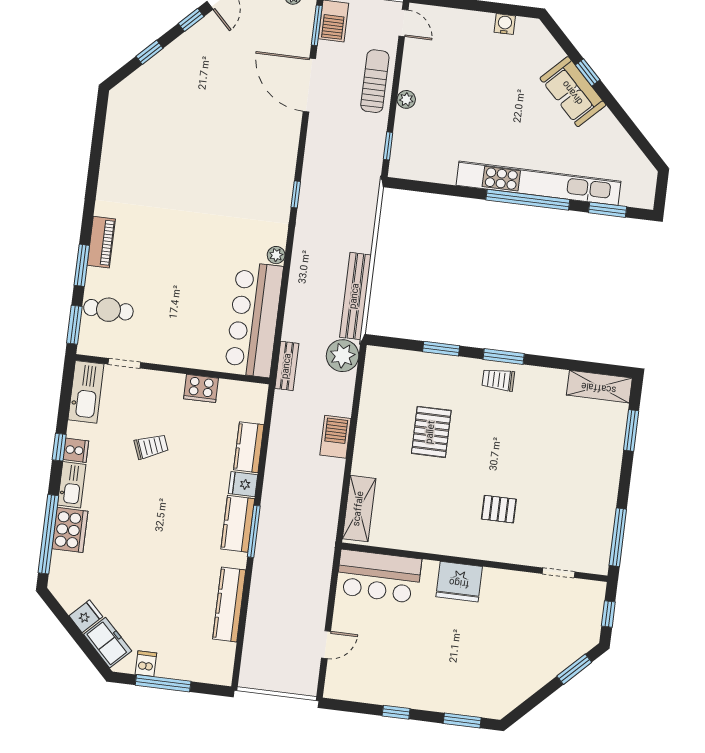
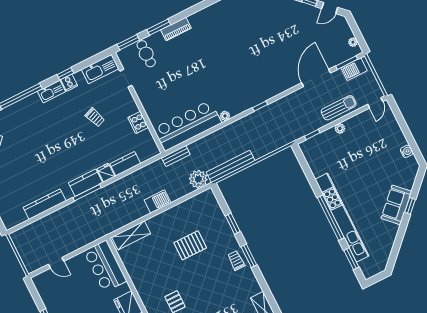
cooker: (70, 530) -> (30, 105), removed

